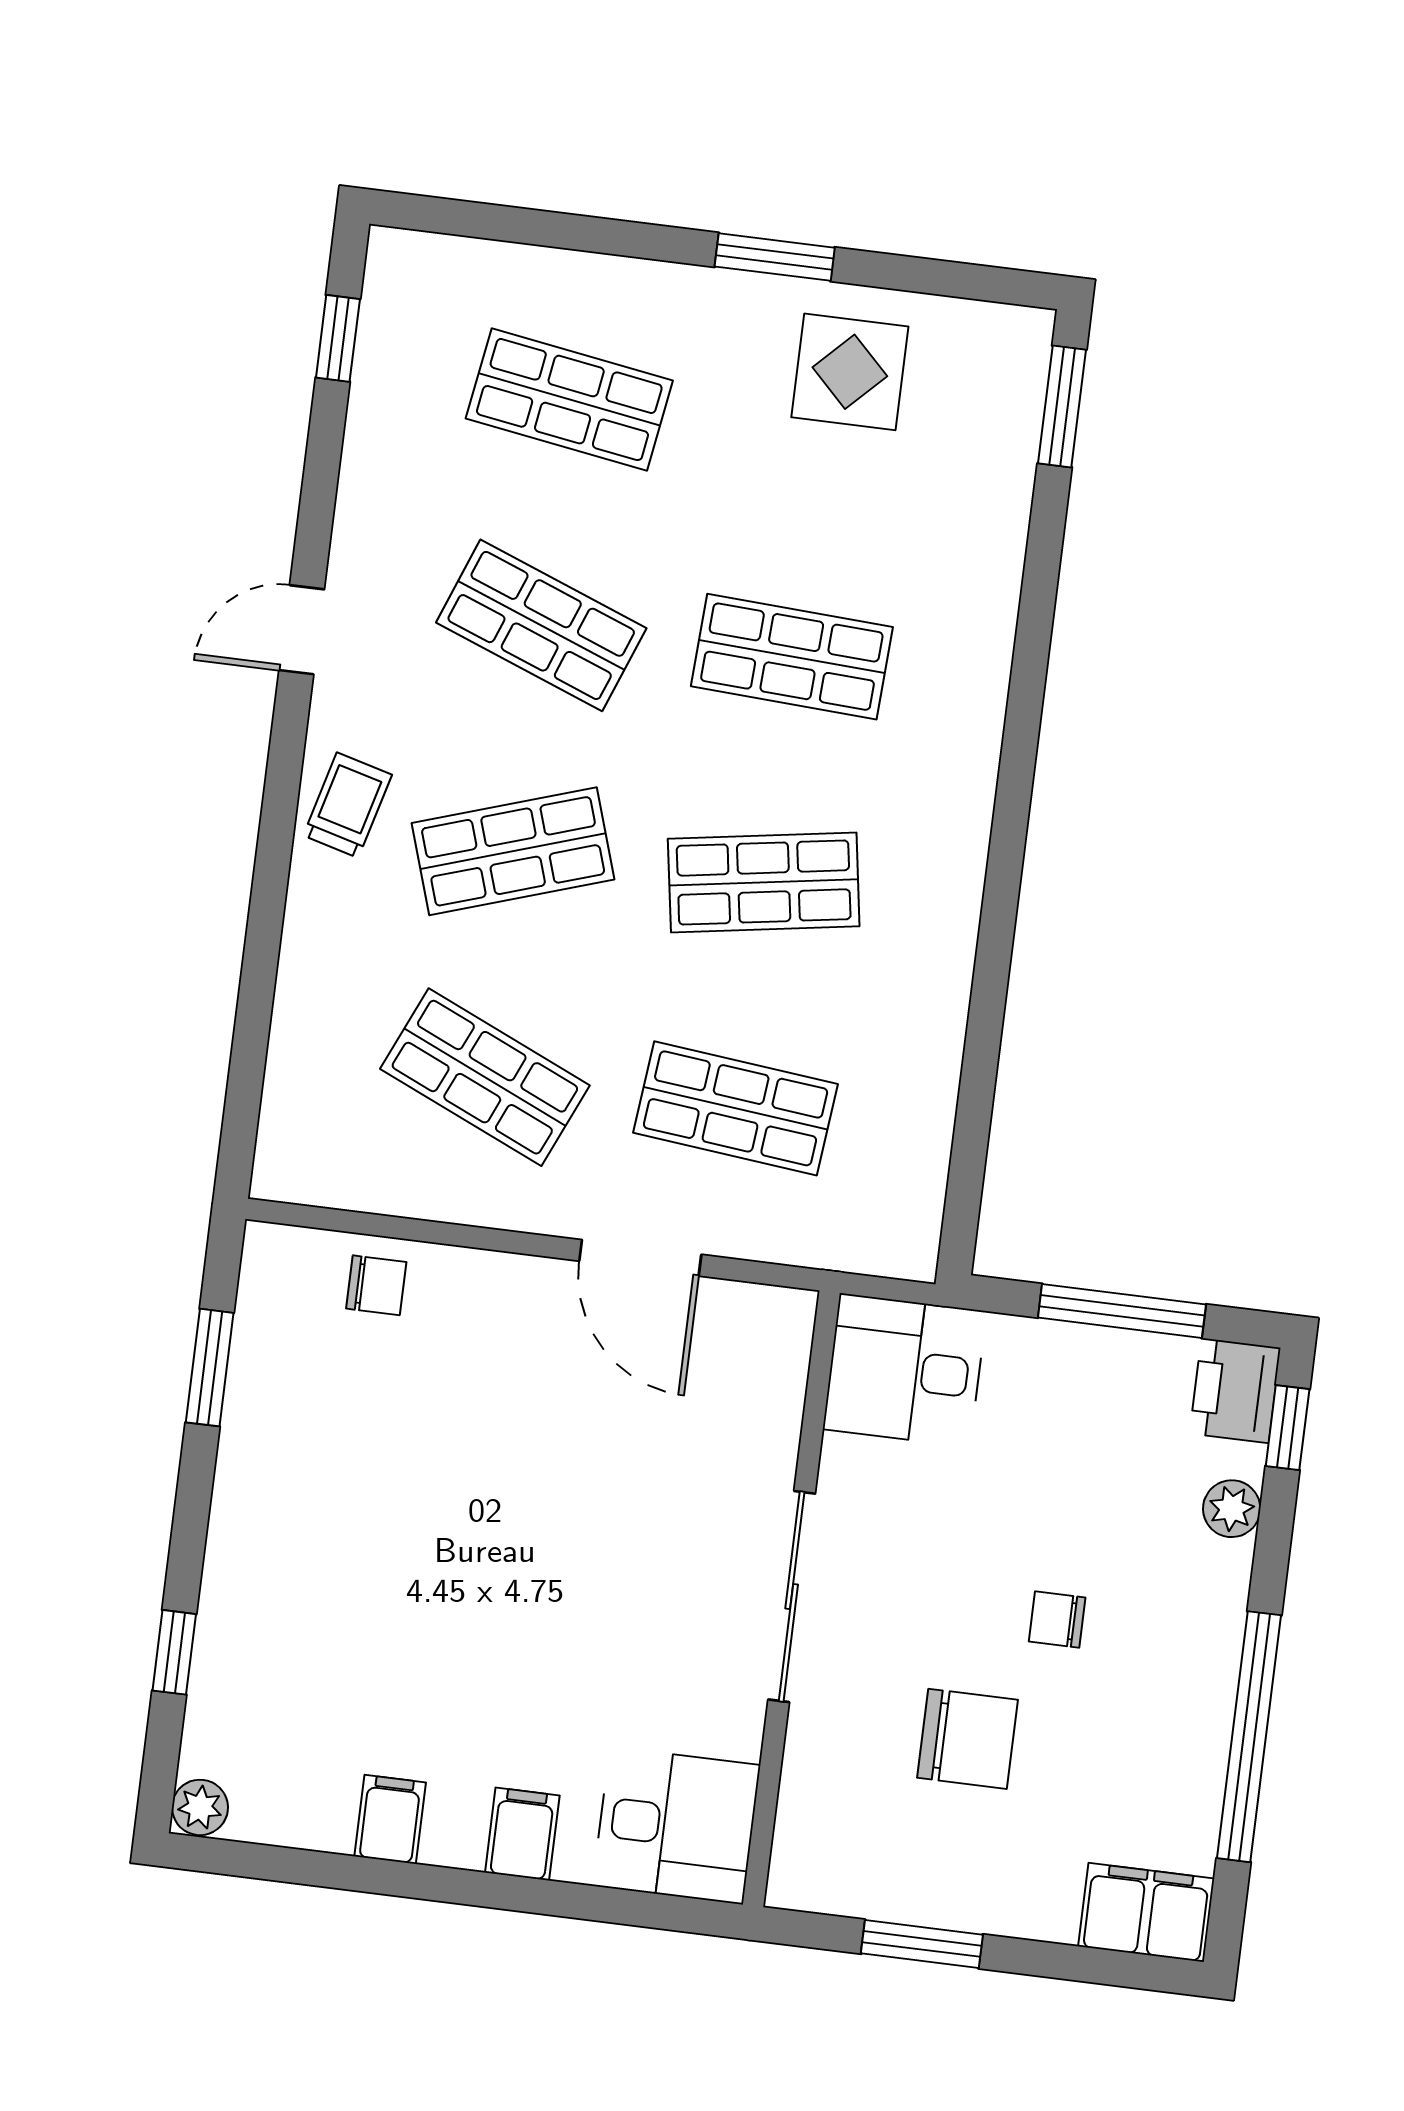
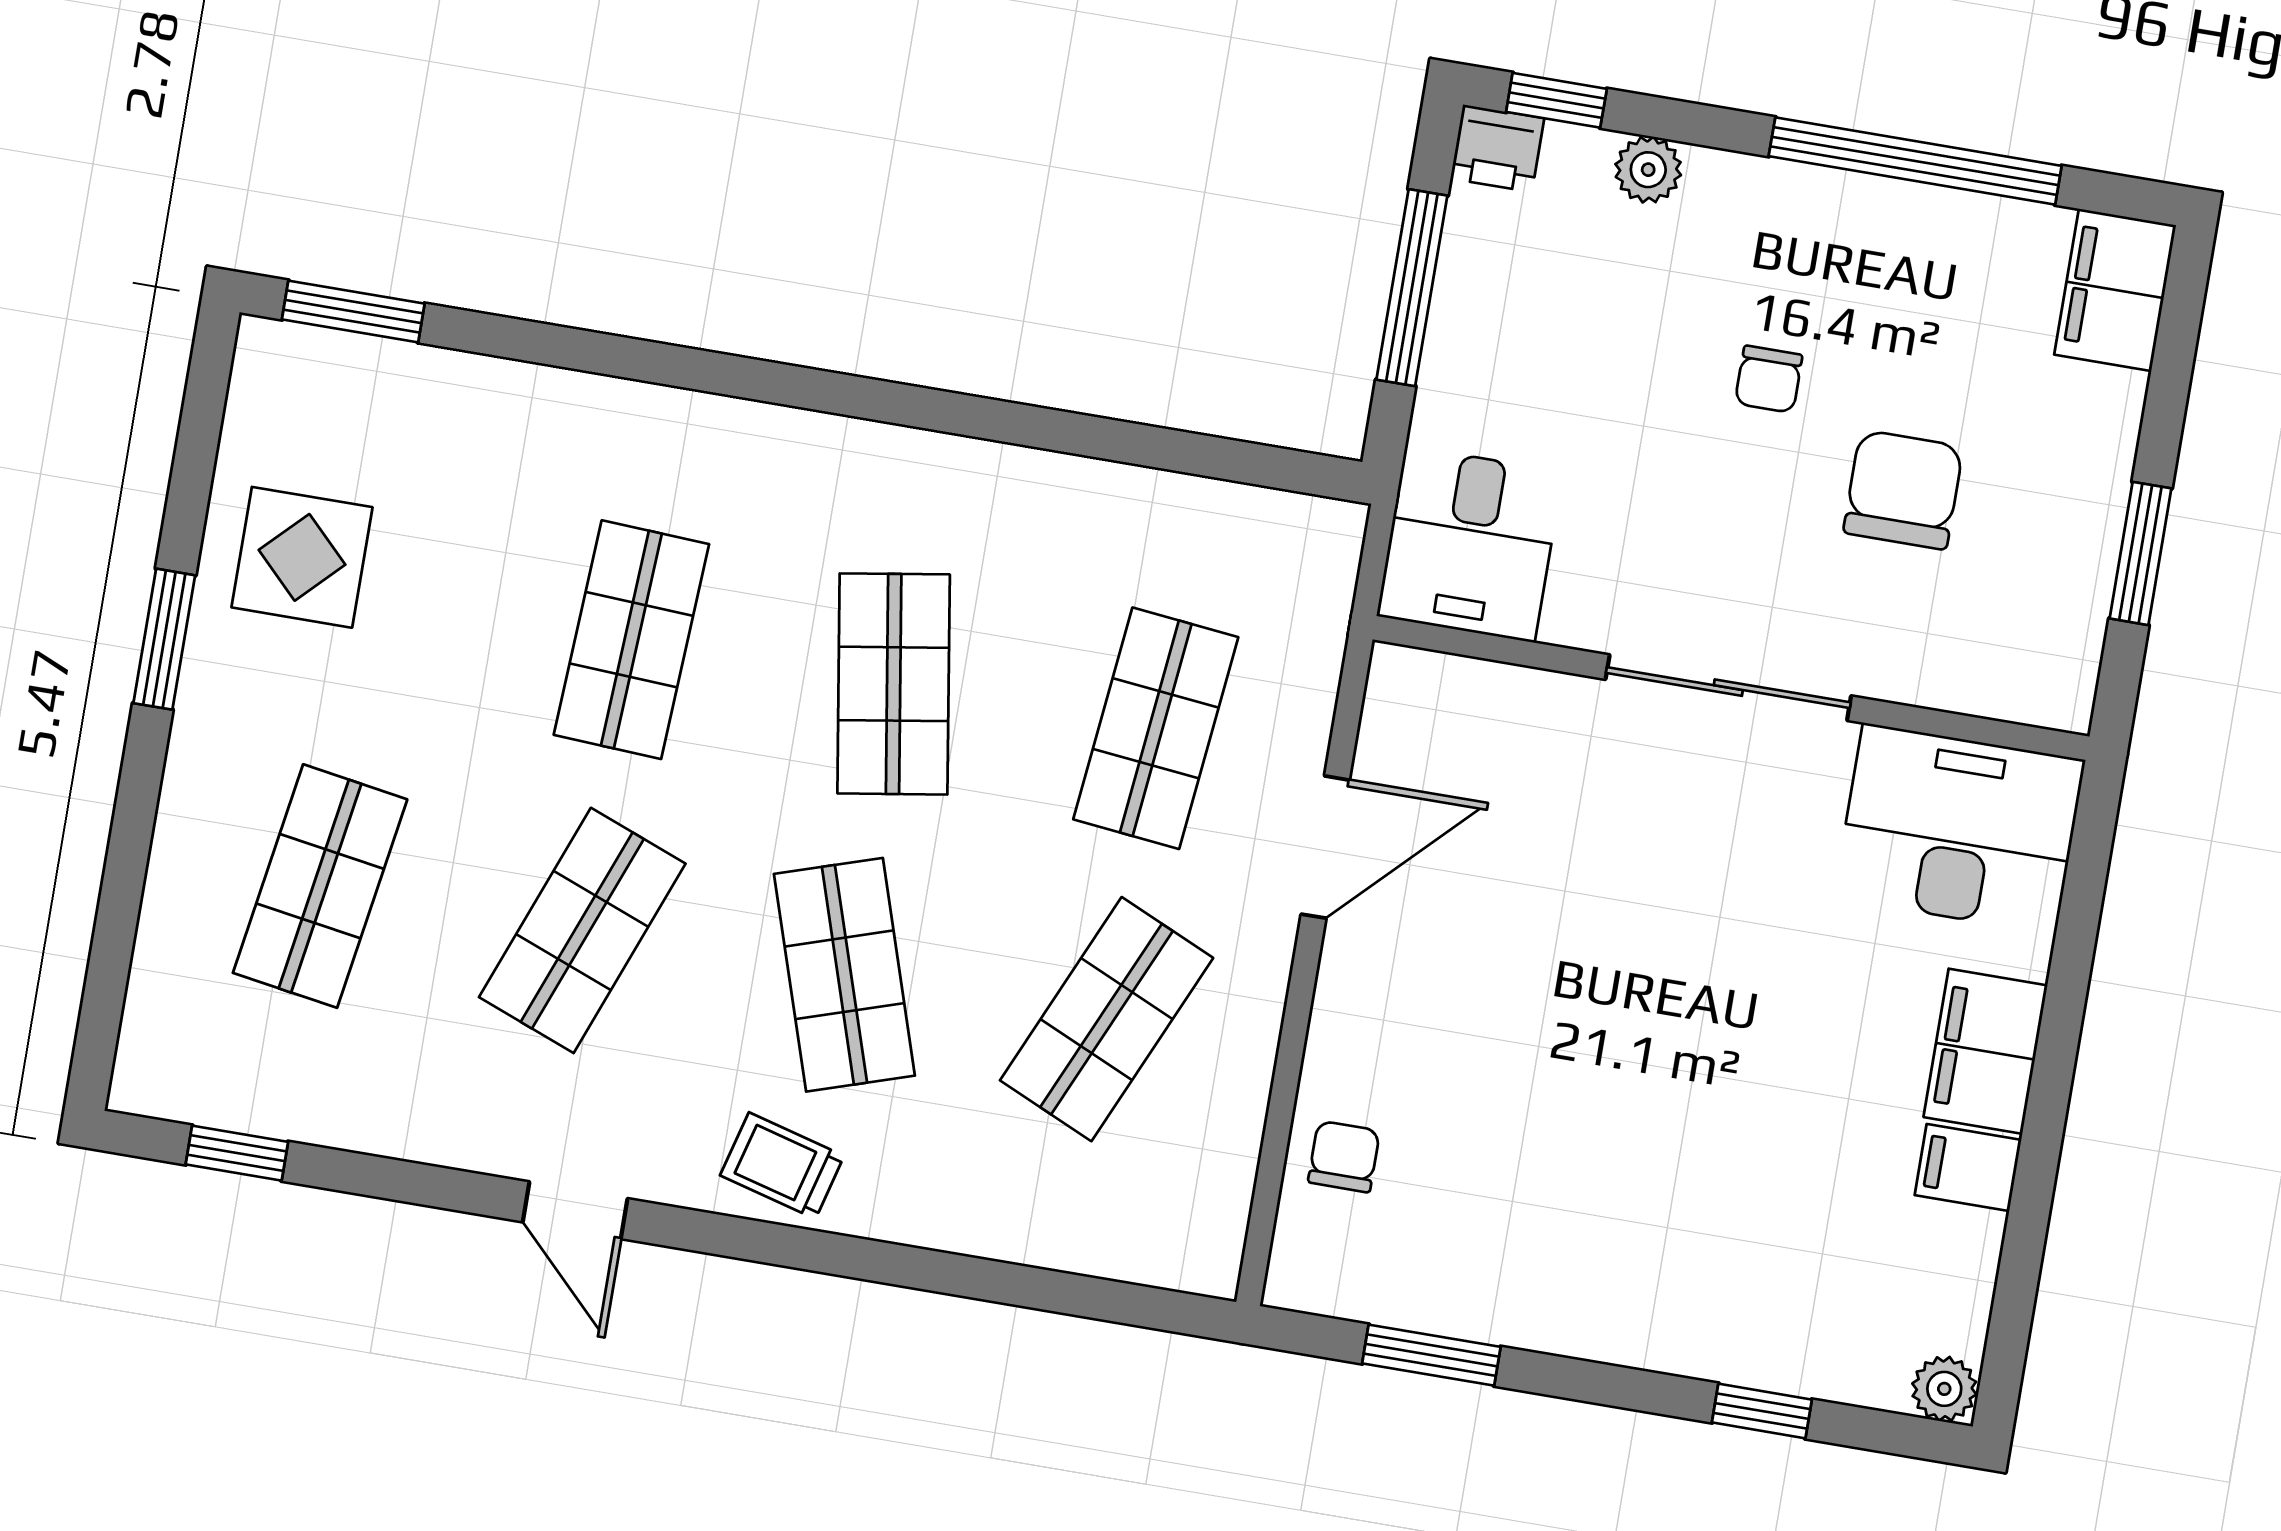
printer: (1235, 1391) -> (1497, 148), width x0.73, depth x0.81
desk: (676, 1826) -> (1959, 829), width x1.37
filing cabinet: (522, 1834) -> (1985, 1051), width x2.00

